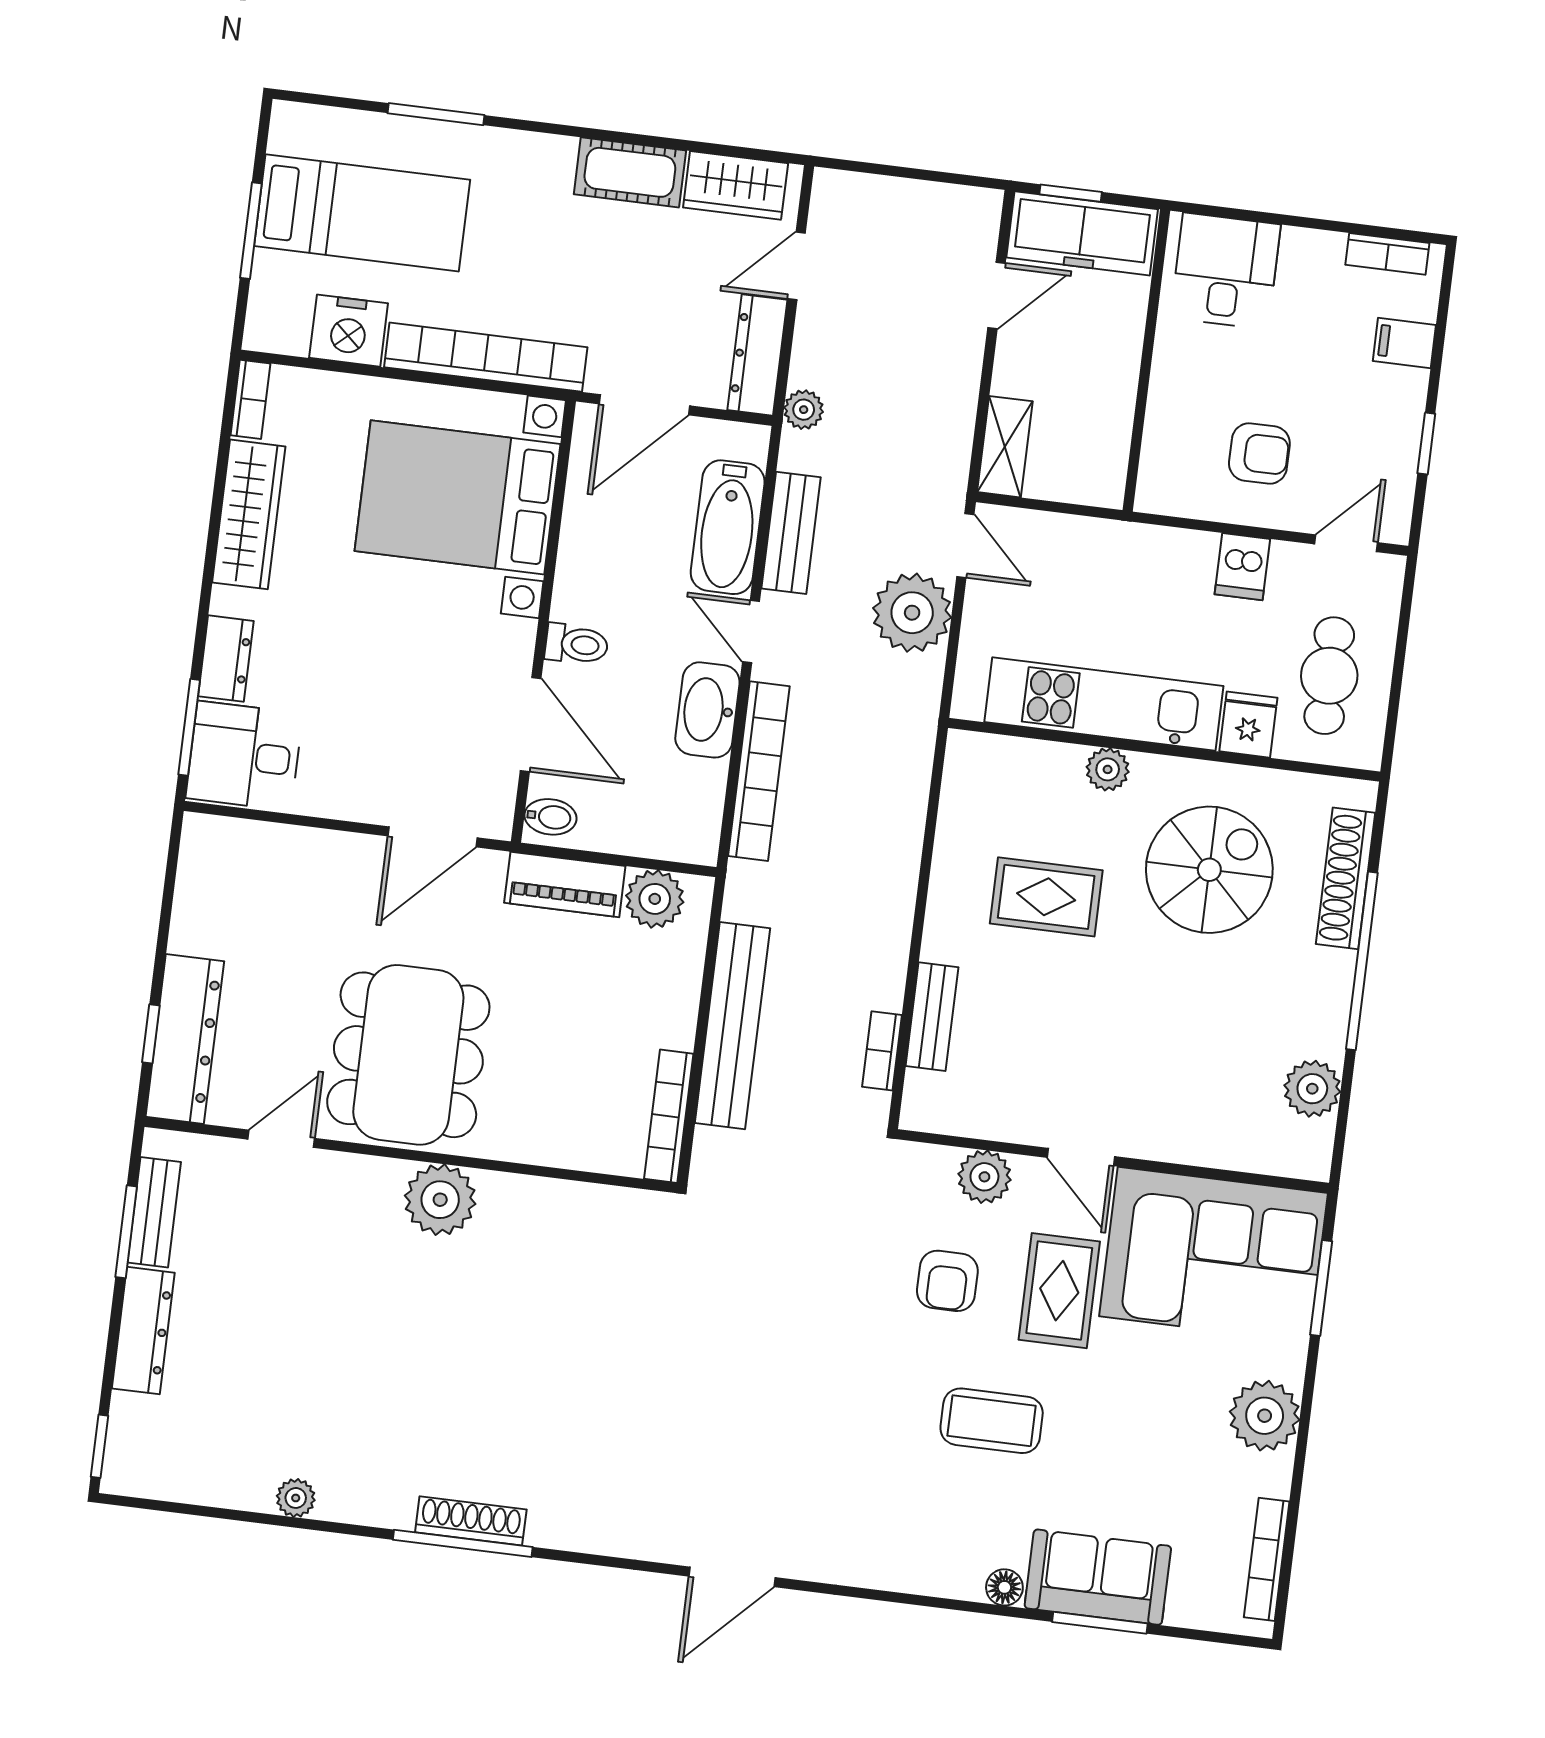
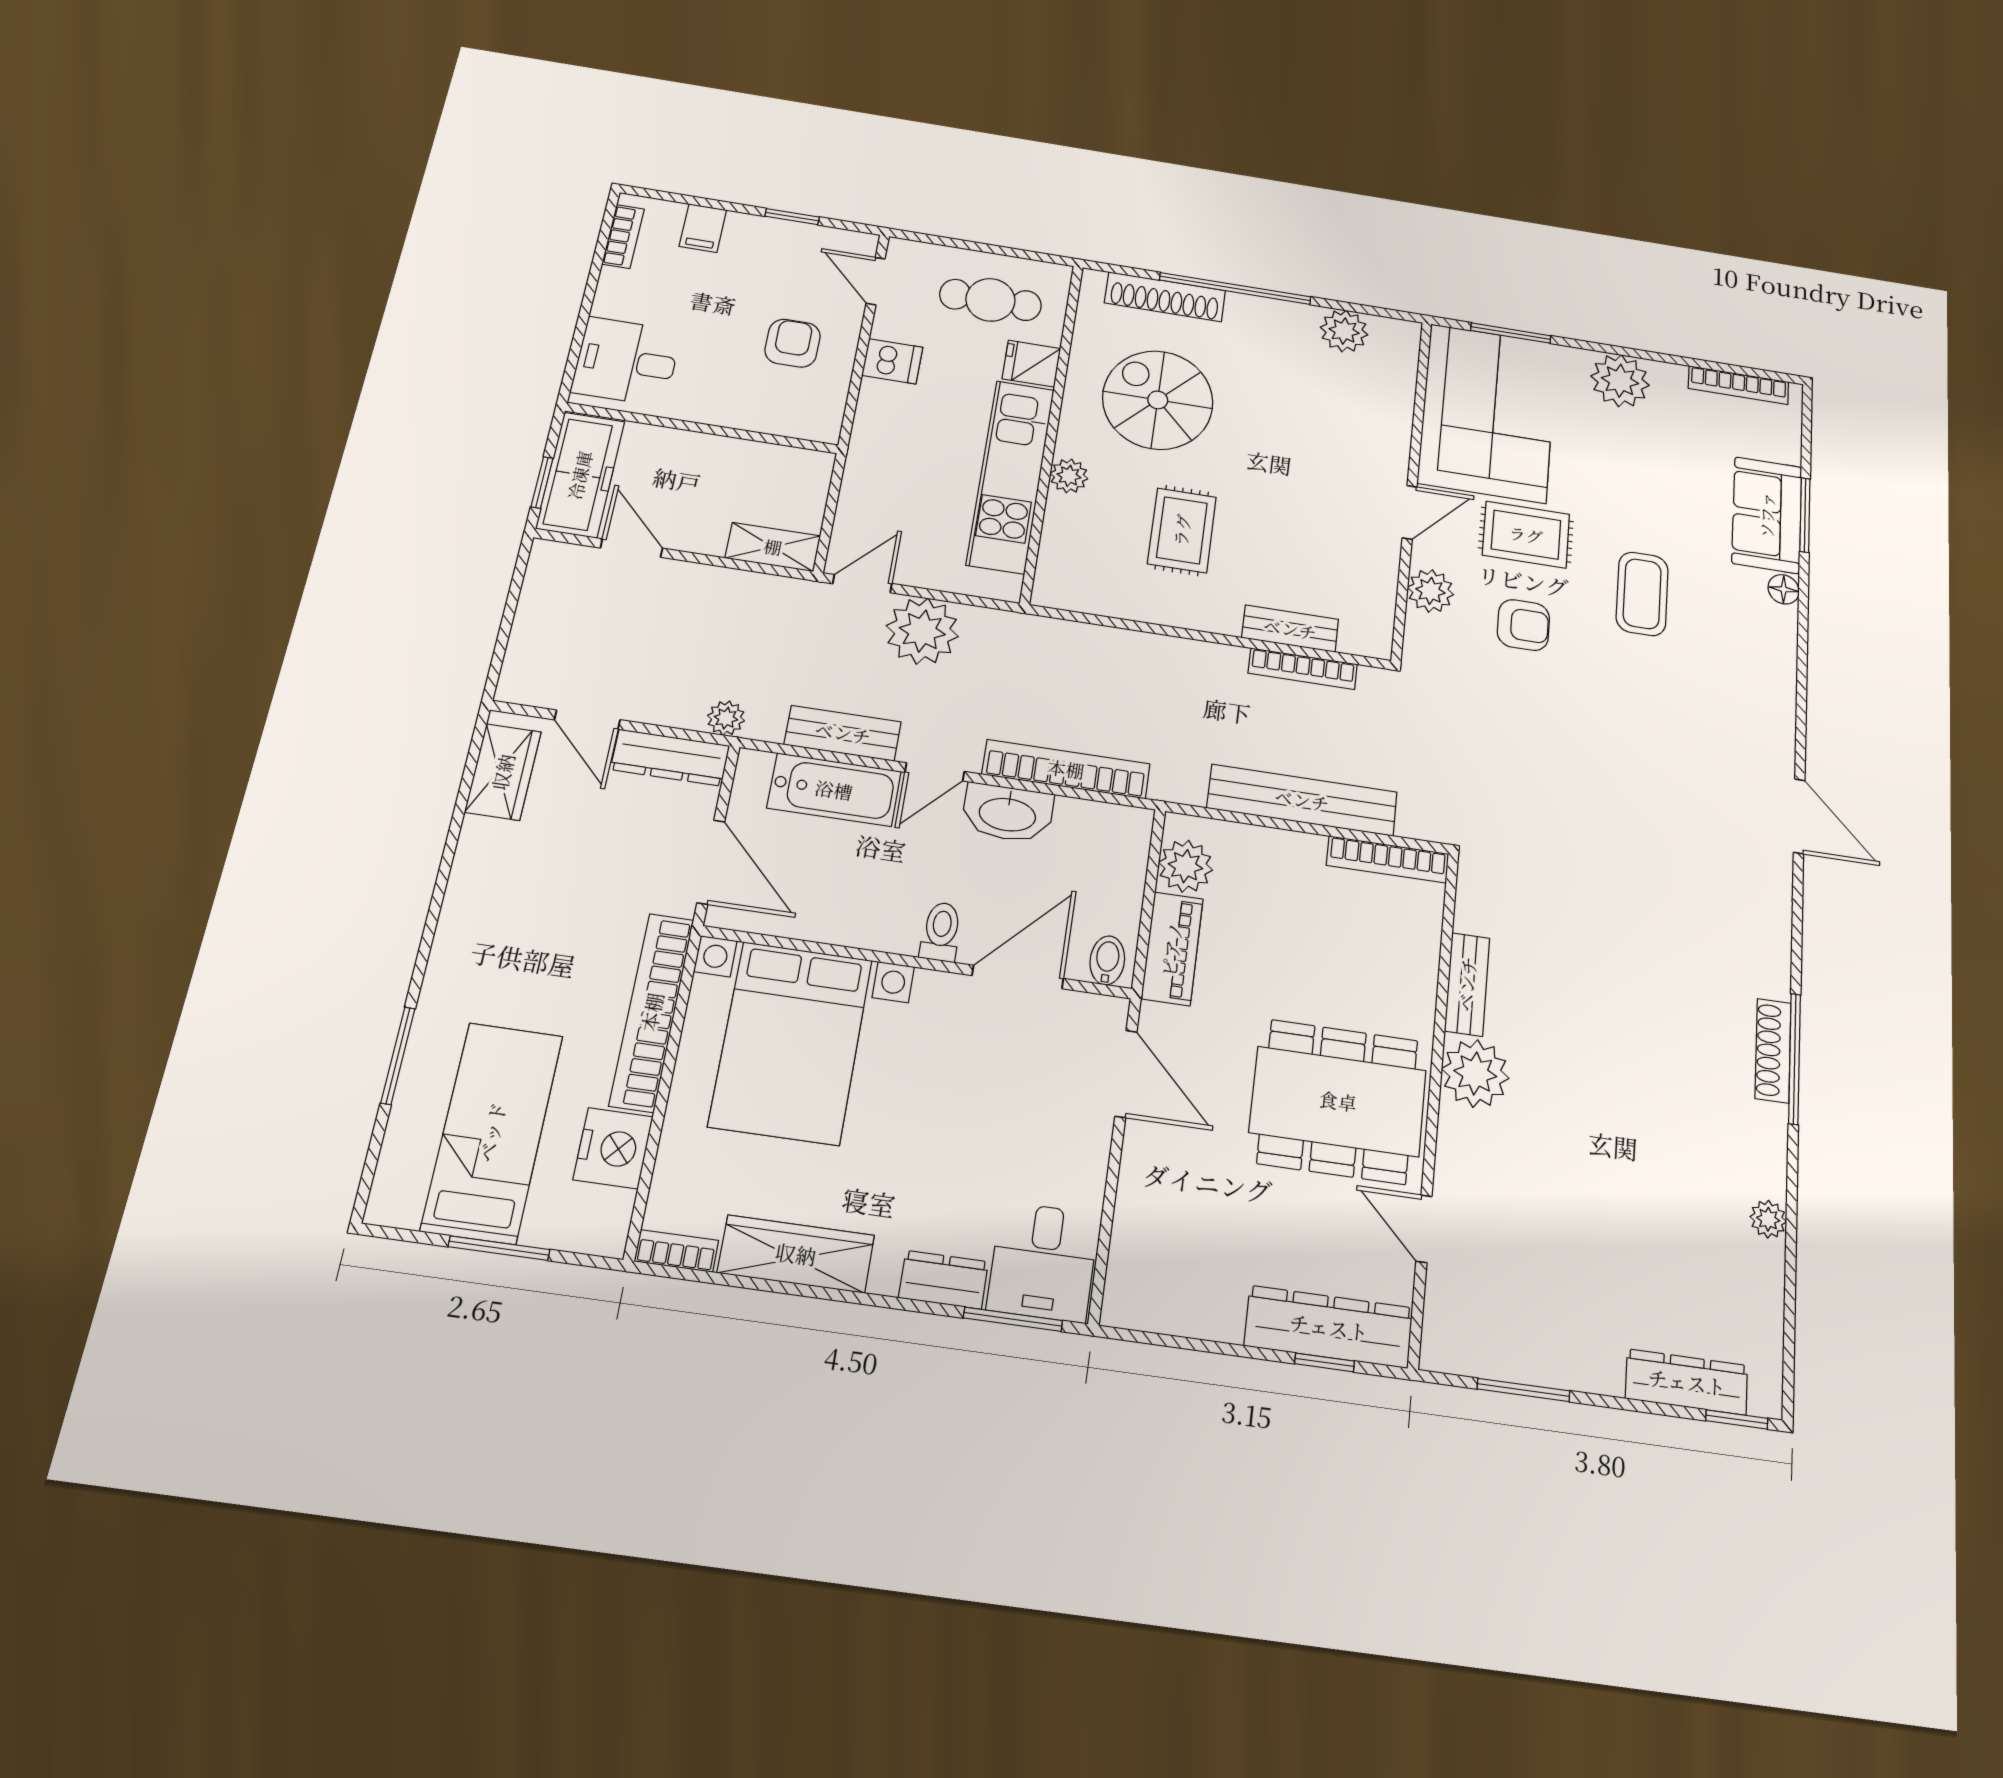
cot: (630, 172) -> (479, 869), removed
bookcase: (882, 1051) -> (1303, 669), width x1.56
bench: (154, 1212) -> (1467, 984), moved, turned 90
dresser: (143, 1331) -> (1687, 1382), moved

